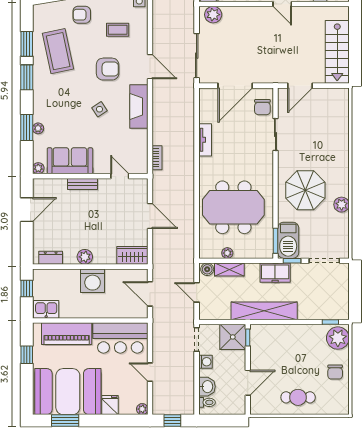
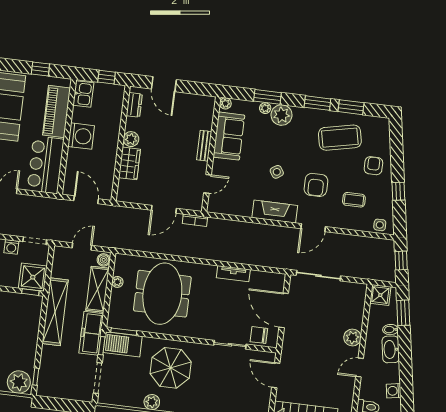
plant: (213, 15) -> (352, 337), moved
coffee table: (118, 30) -> (354, 200), turned 90
plant: (43, 111) -> (282, 115), added
bookcase: (157, 158) -> (195, 220), moved
door: (27, 210) -> (164, 84), moved
wardrobe: (132, 255) -> (130, 163), moved
shelving: (229, 270) -> (97, 289), width x1.50, depth x1.33
freezer: (275, 273) -> (91, 333), width x1.40
washing machine: (93, 281) -> (81, 136), moved, turned 180
door: (150, 294) -> (86, 200), hinge flipped

